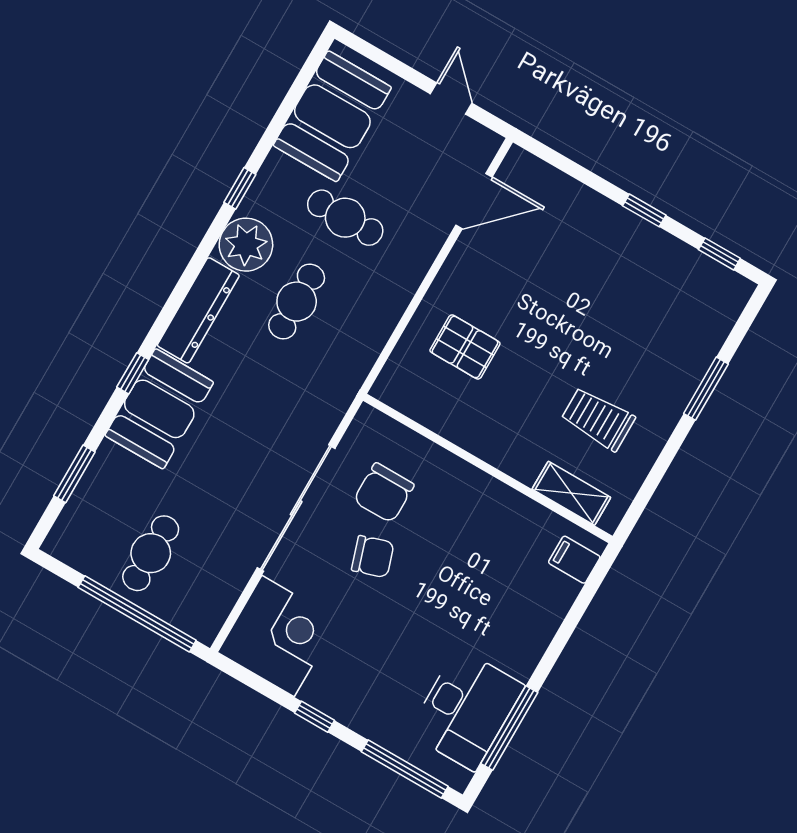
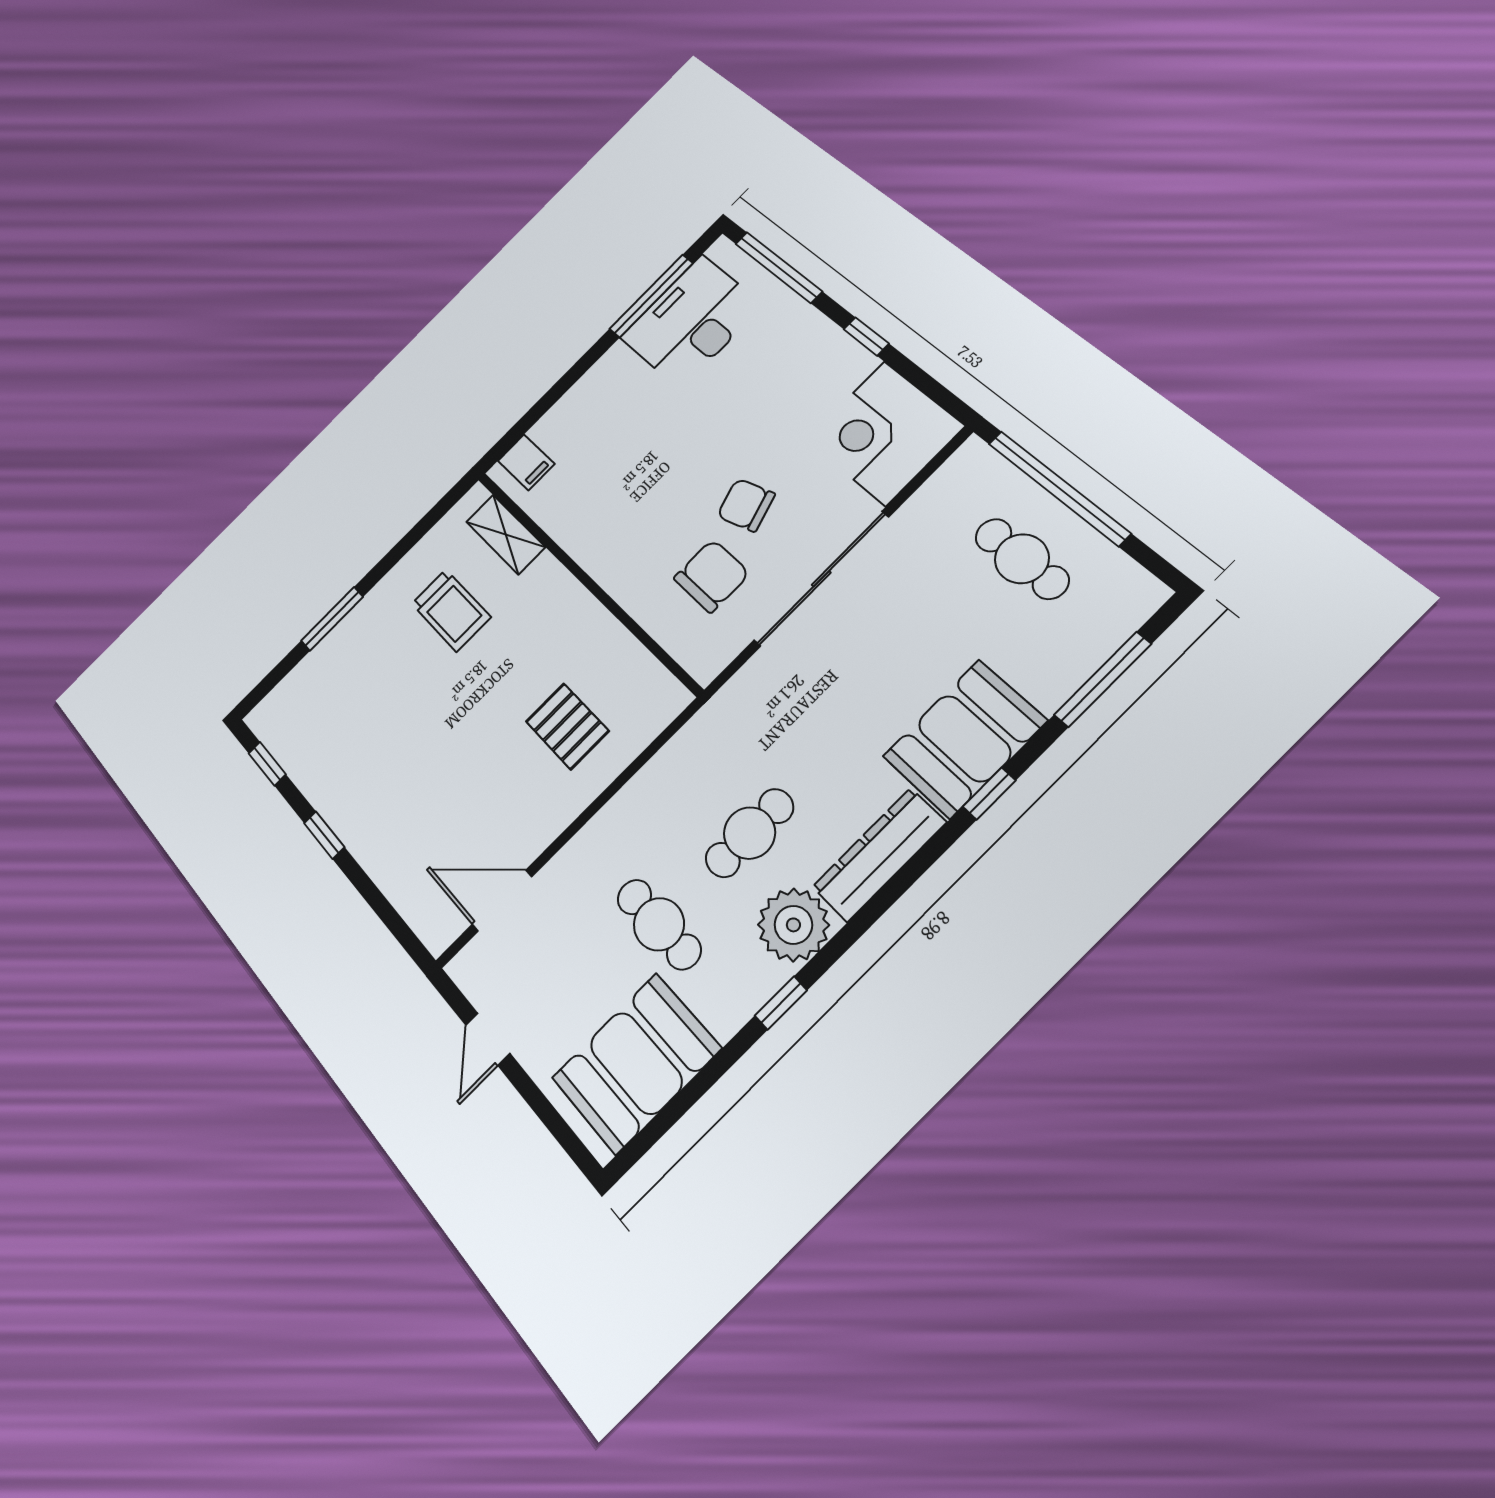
window: (74, 474) -> (1103, 679), width x1.44
cafe table: (151, 553) -> (1022, 559), turned 90

